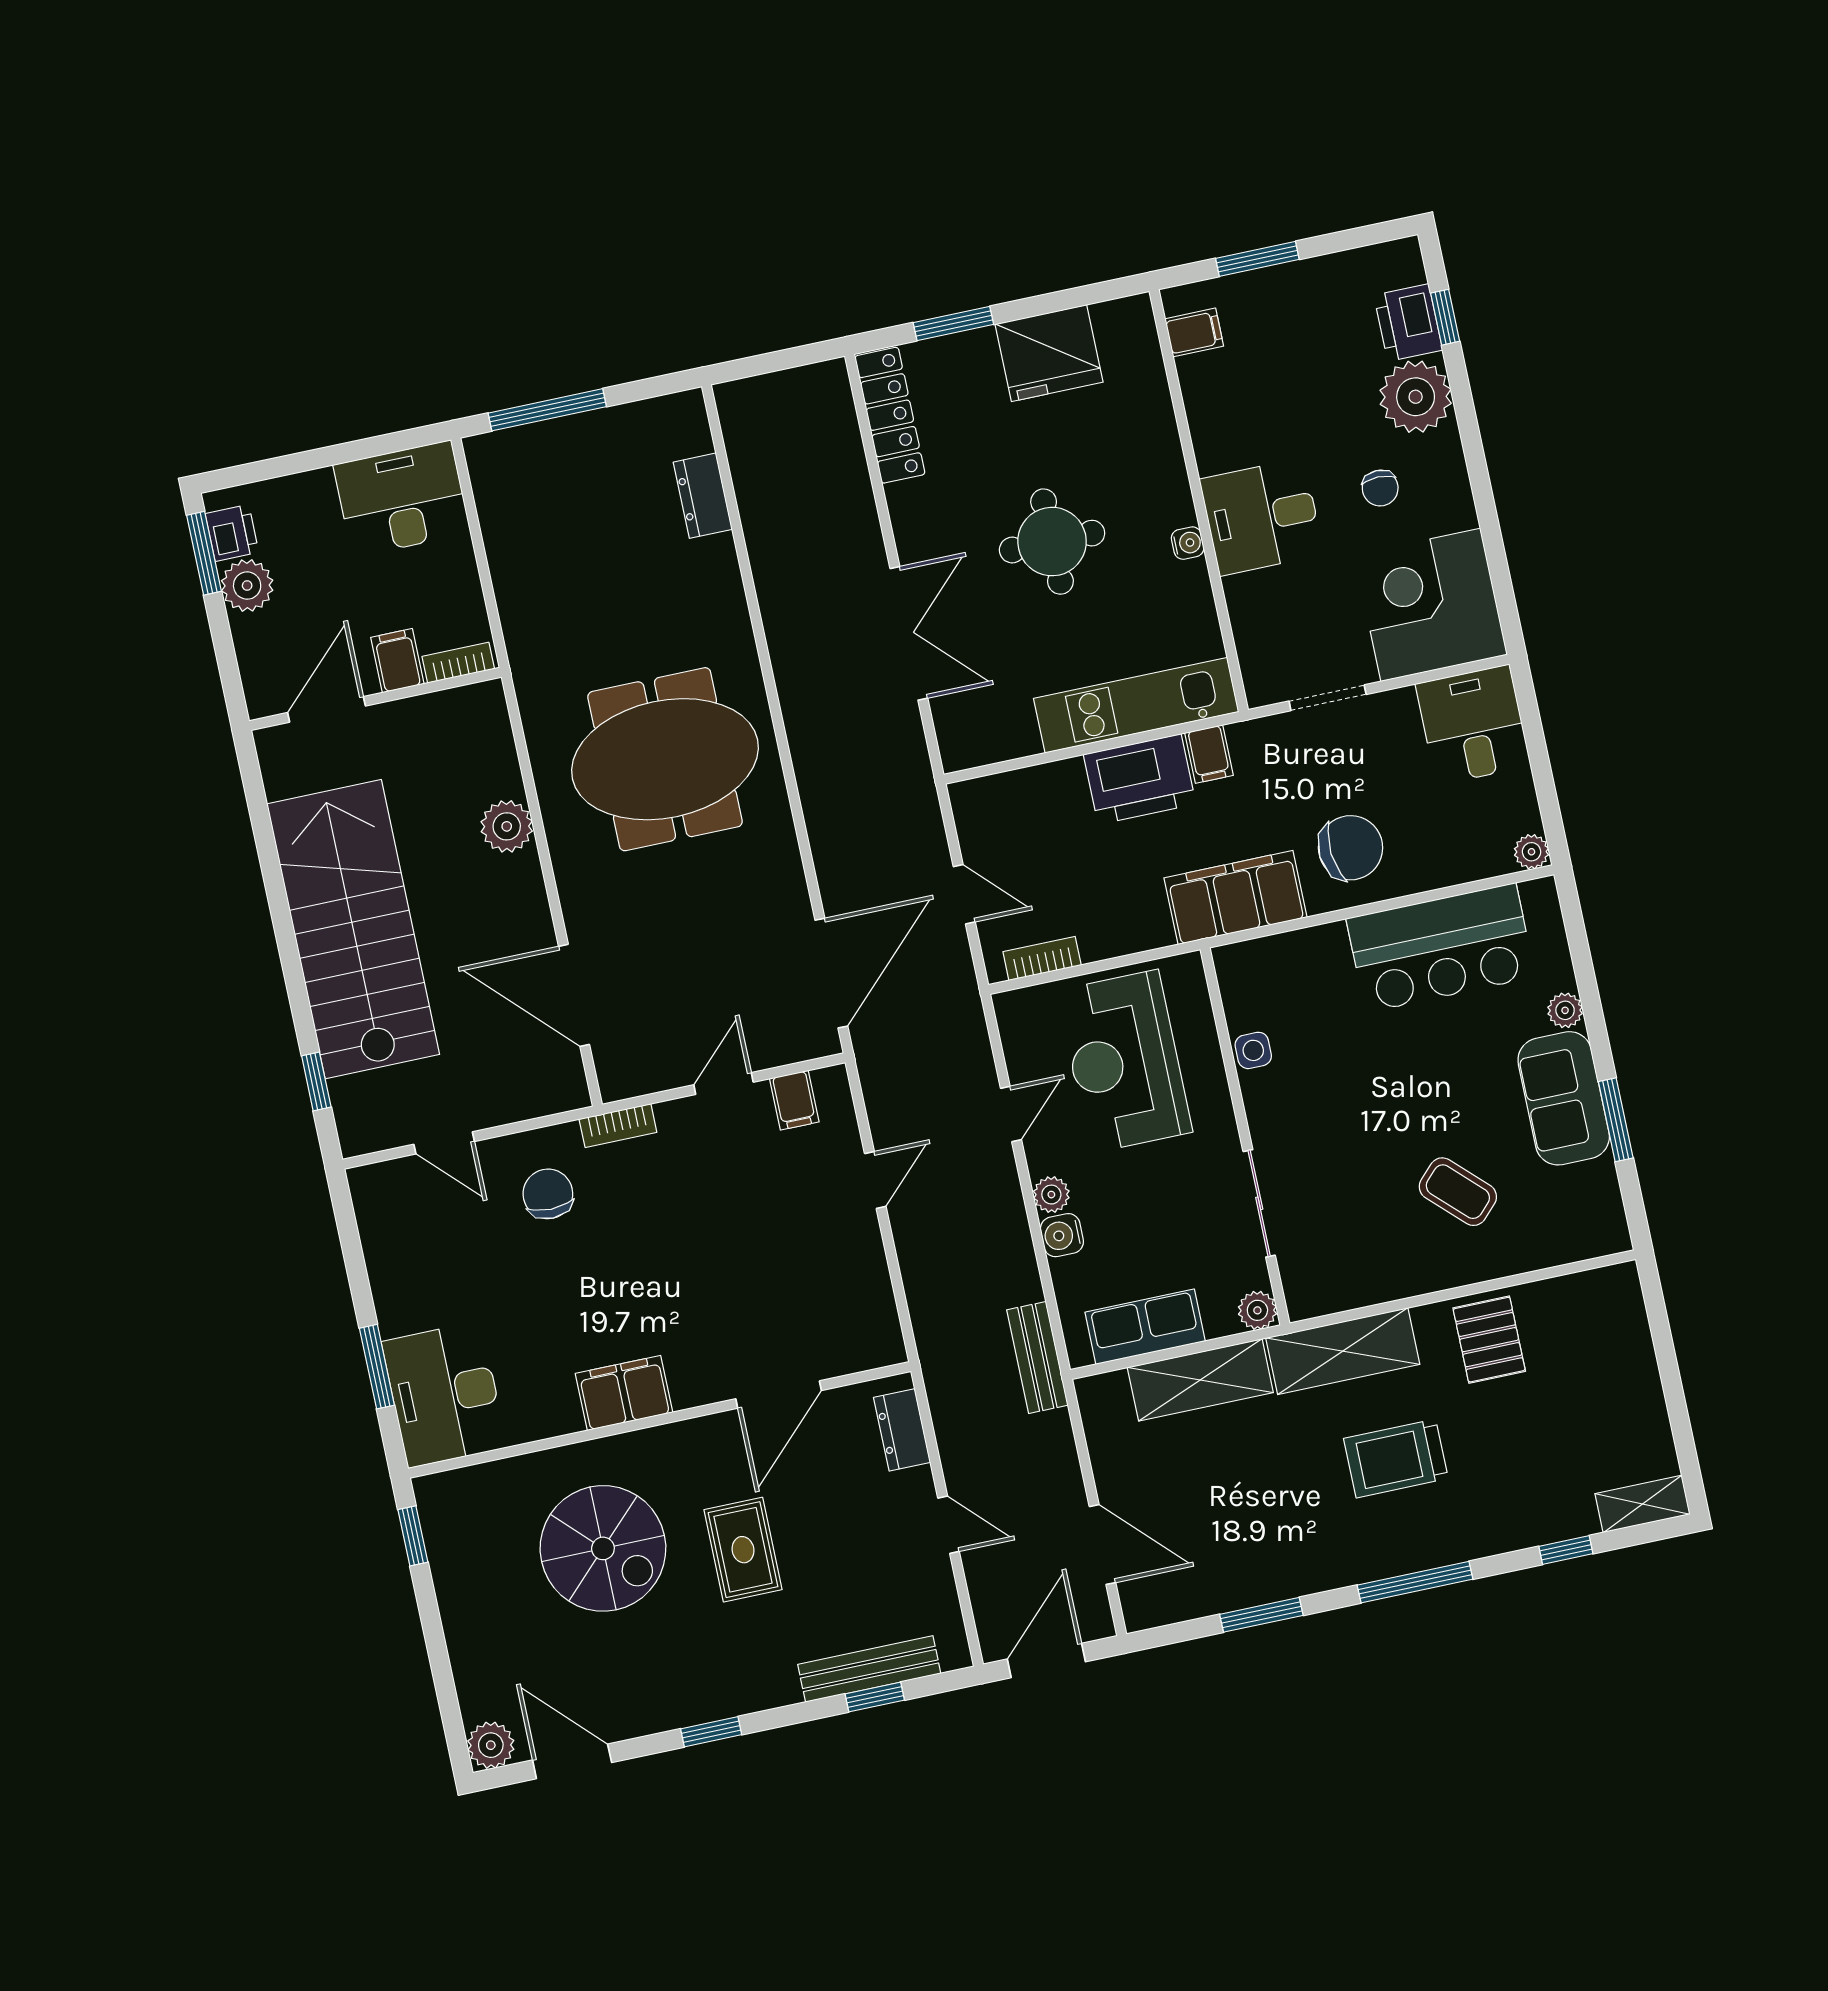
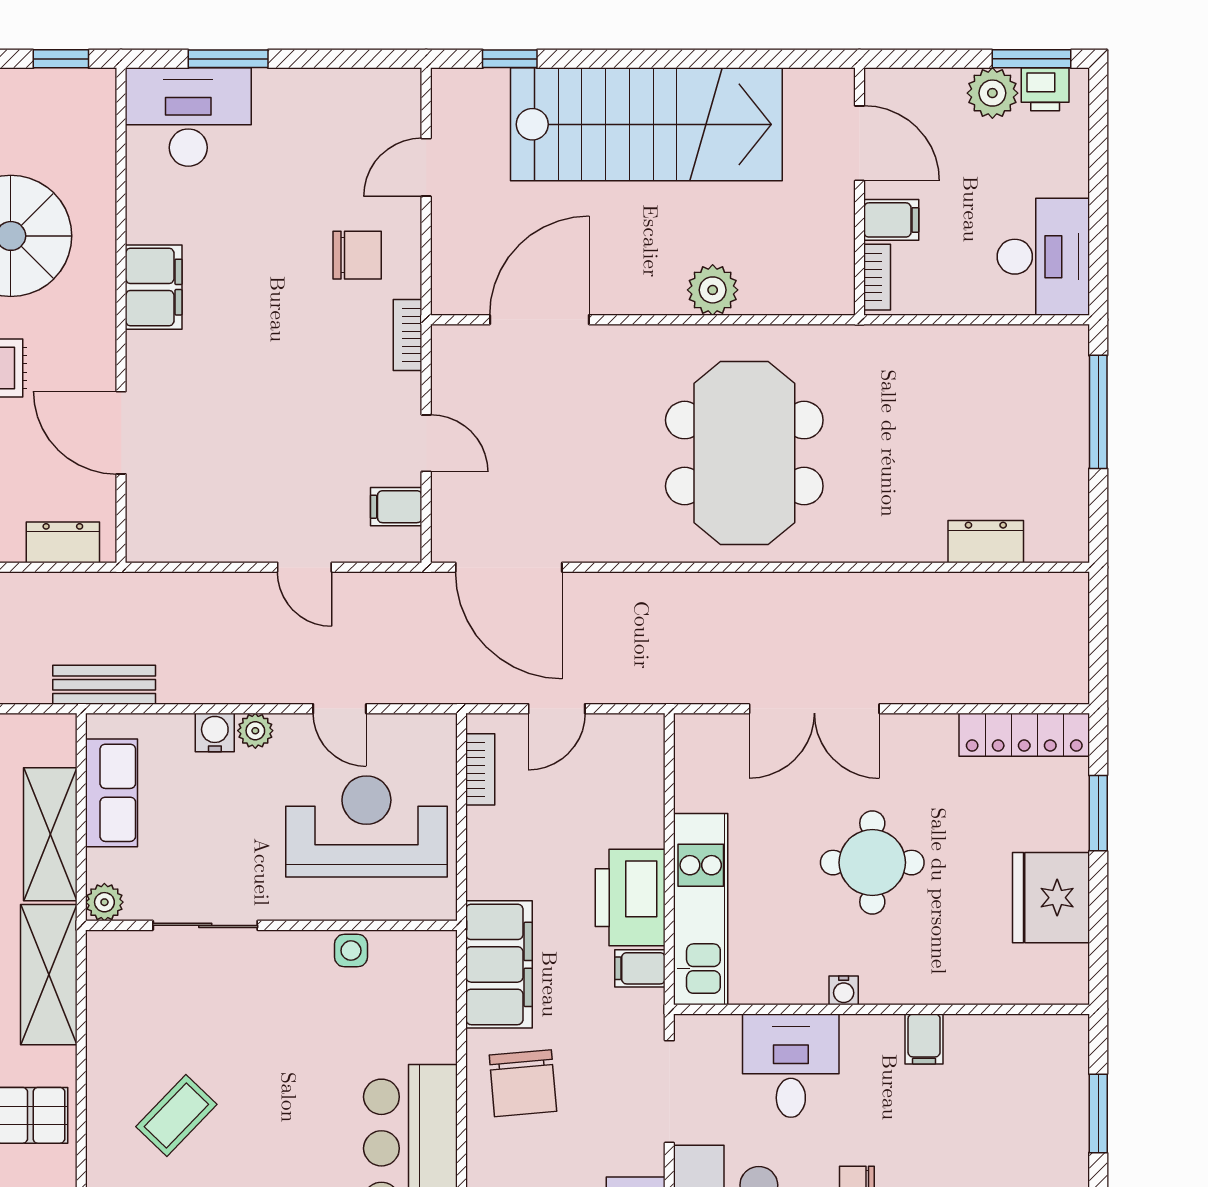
filing cabinet: (1194, 332) -> (924, 1039), moved
desk: (1262, 517) -> (791, 1066), moved
doorway: (1328, 698) -> (669, 1092), width x1.38

